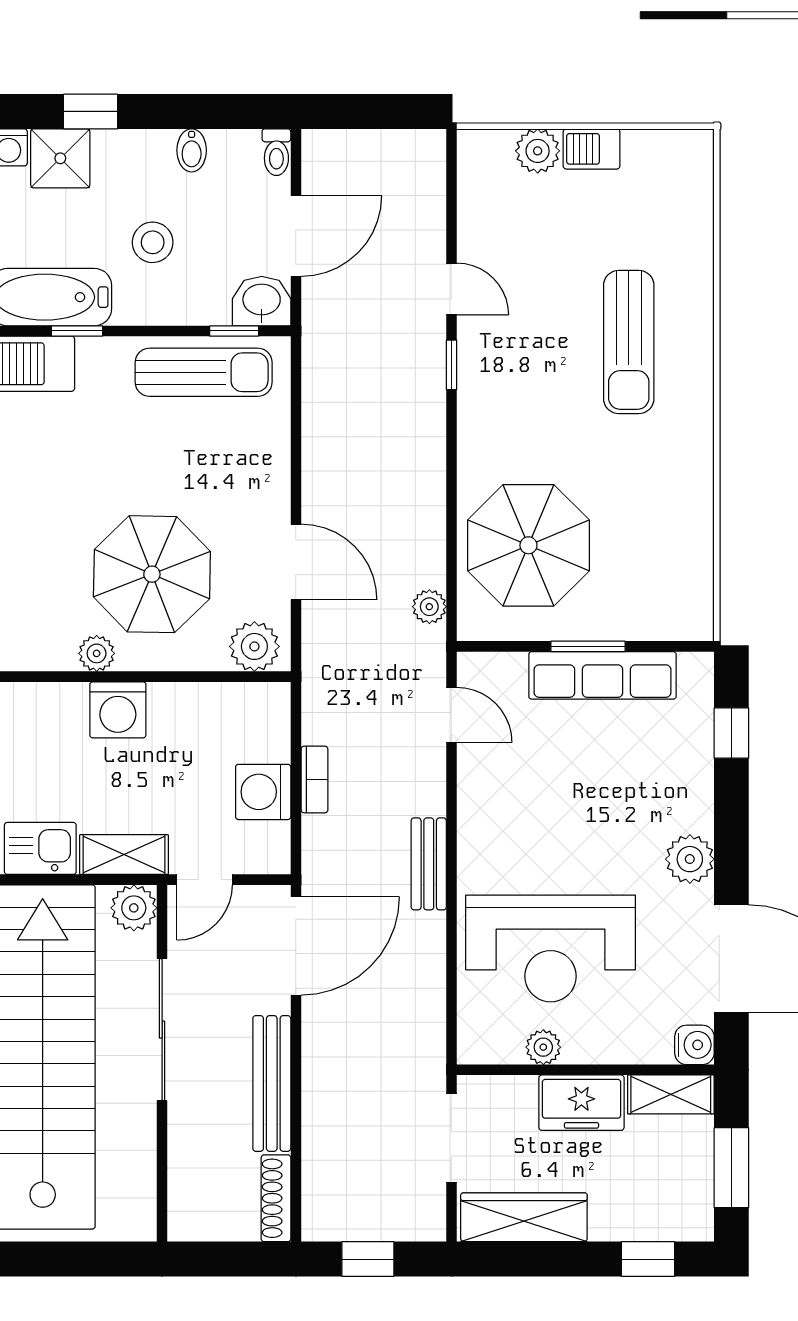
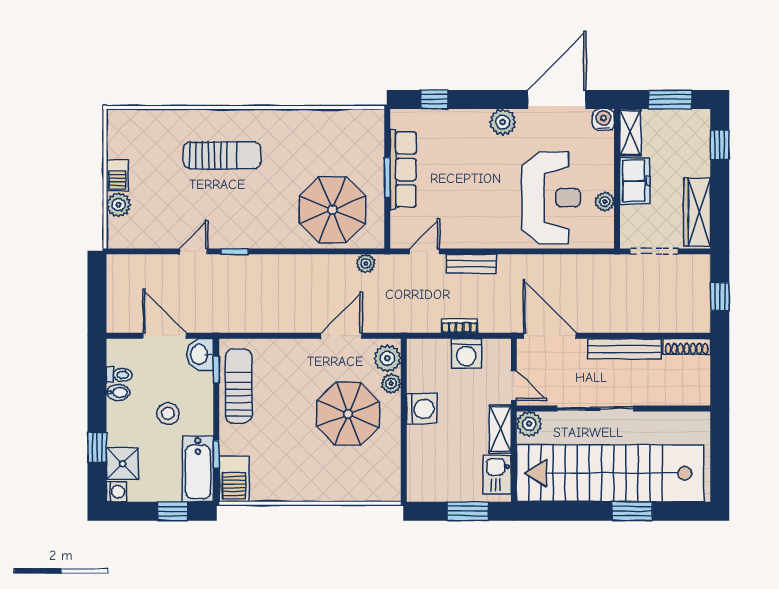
toilet: (276, 152) -> (119, 375), moved
plant: (97, 653) -> (391, 384), moved
washing machine: (118, 710) -> (422, 409), moved
bench: (429, 864) -> (472, 264), moved

